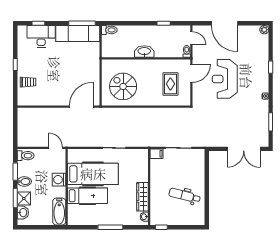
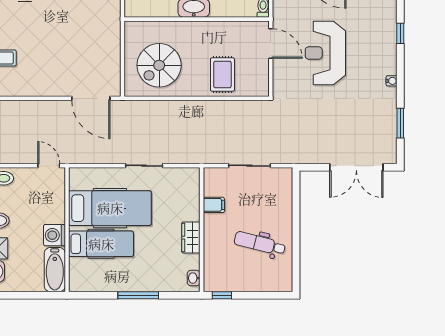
door: (191, 73) -> (271, 43), hinge flipped
rug: (170, 84) -> (222, 74), moved
spiral stairs: (123, 86) -> (159, 65), turned -90
door: (81, 107) -> (91, 98), swing flipped
filing cabinet: (157, 154) -> (214, 205), moved
washing machine: (59, 180) -> (54, 235), moved
wardrobe: (143, 197) -> (191, 238), width x0.67

